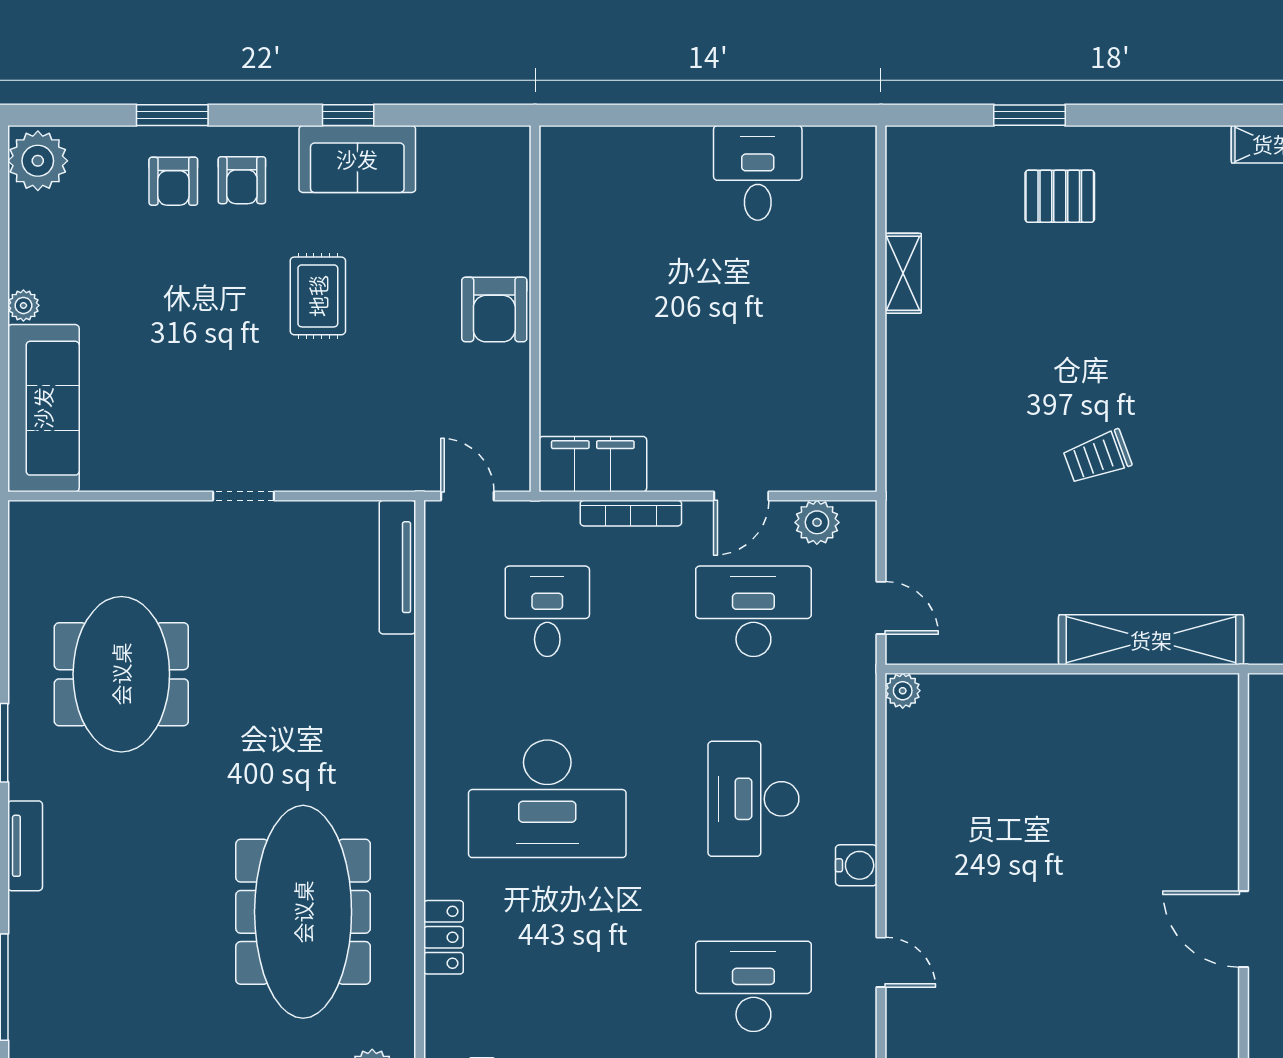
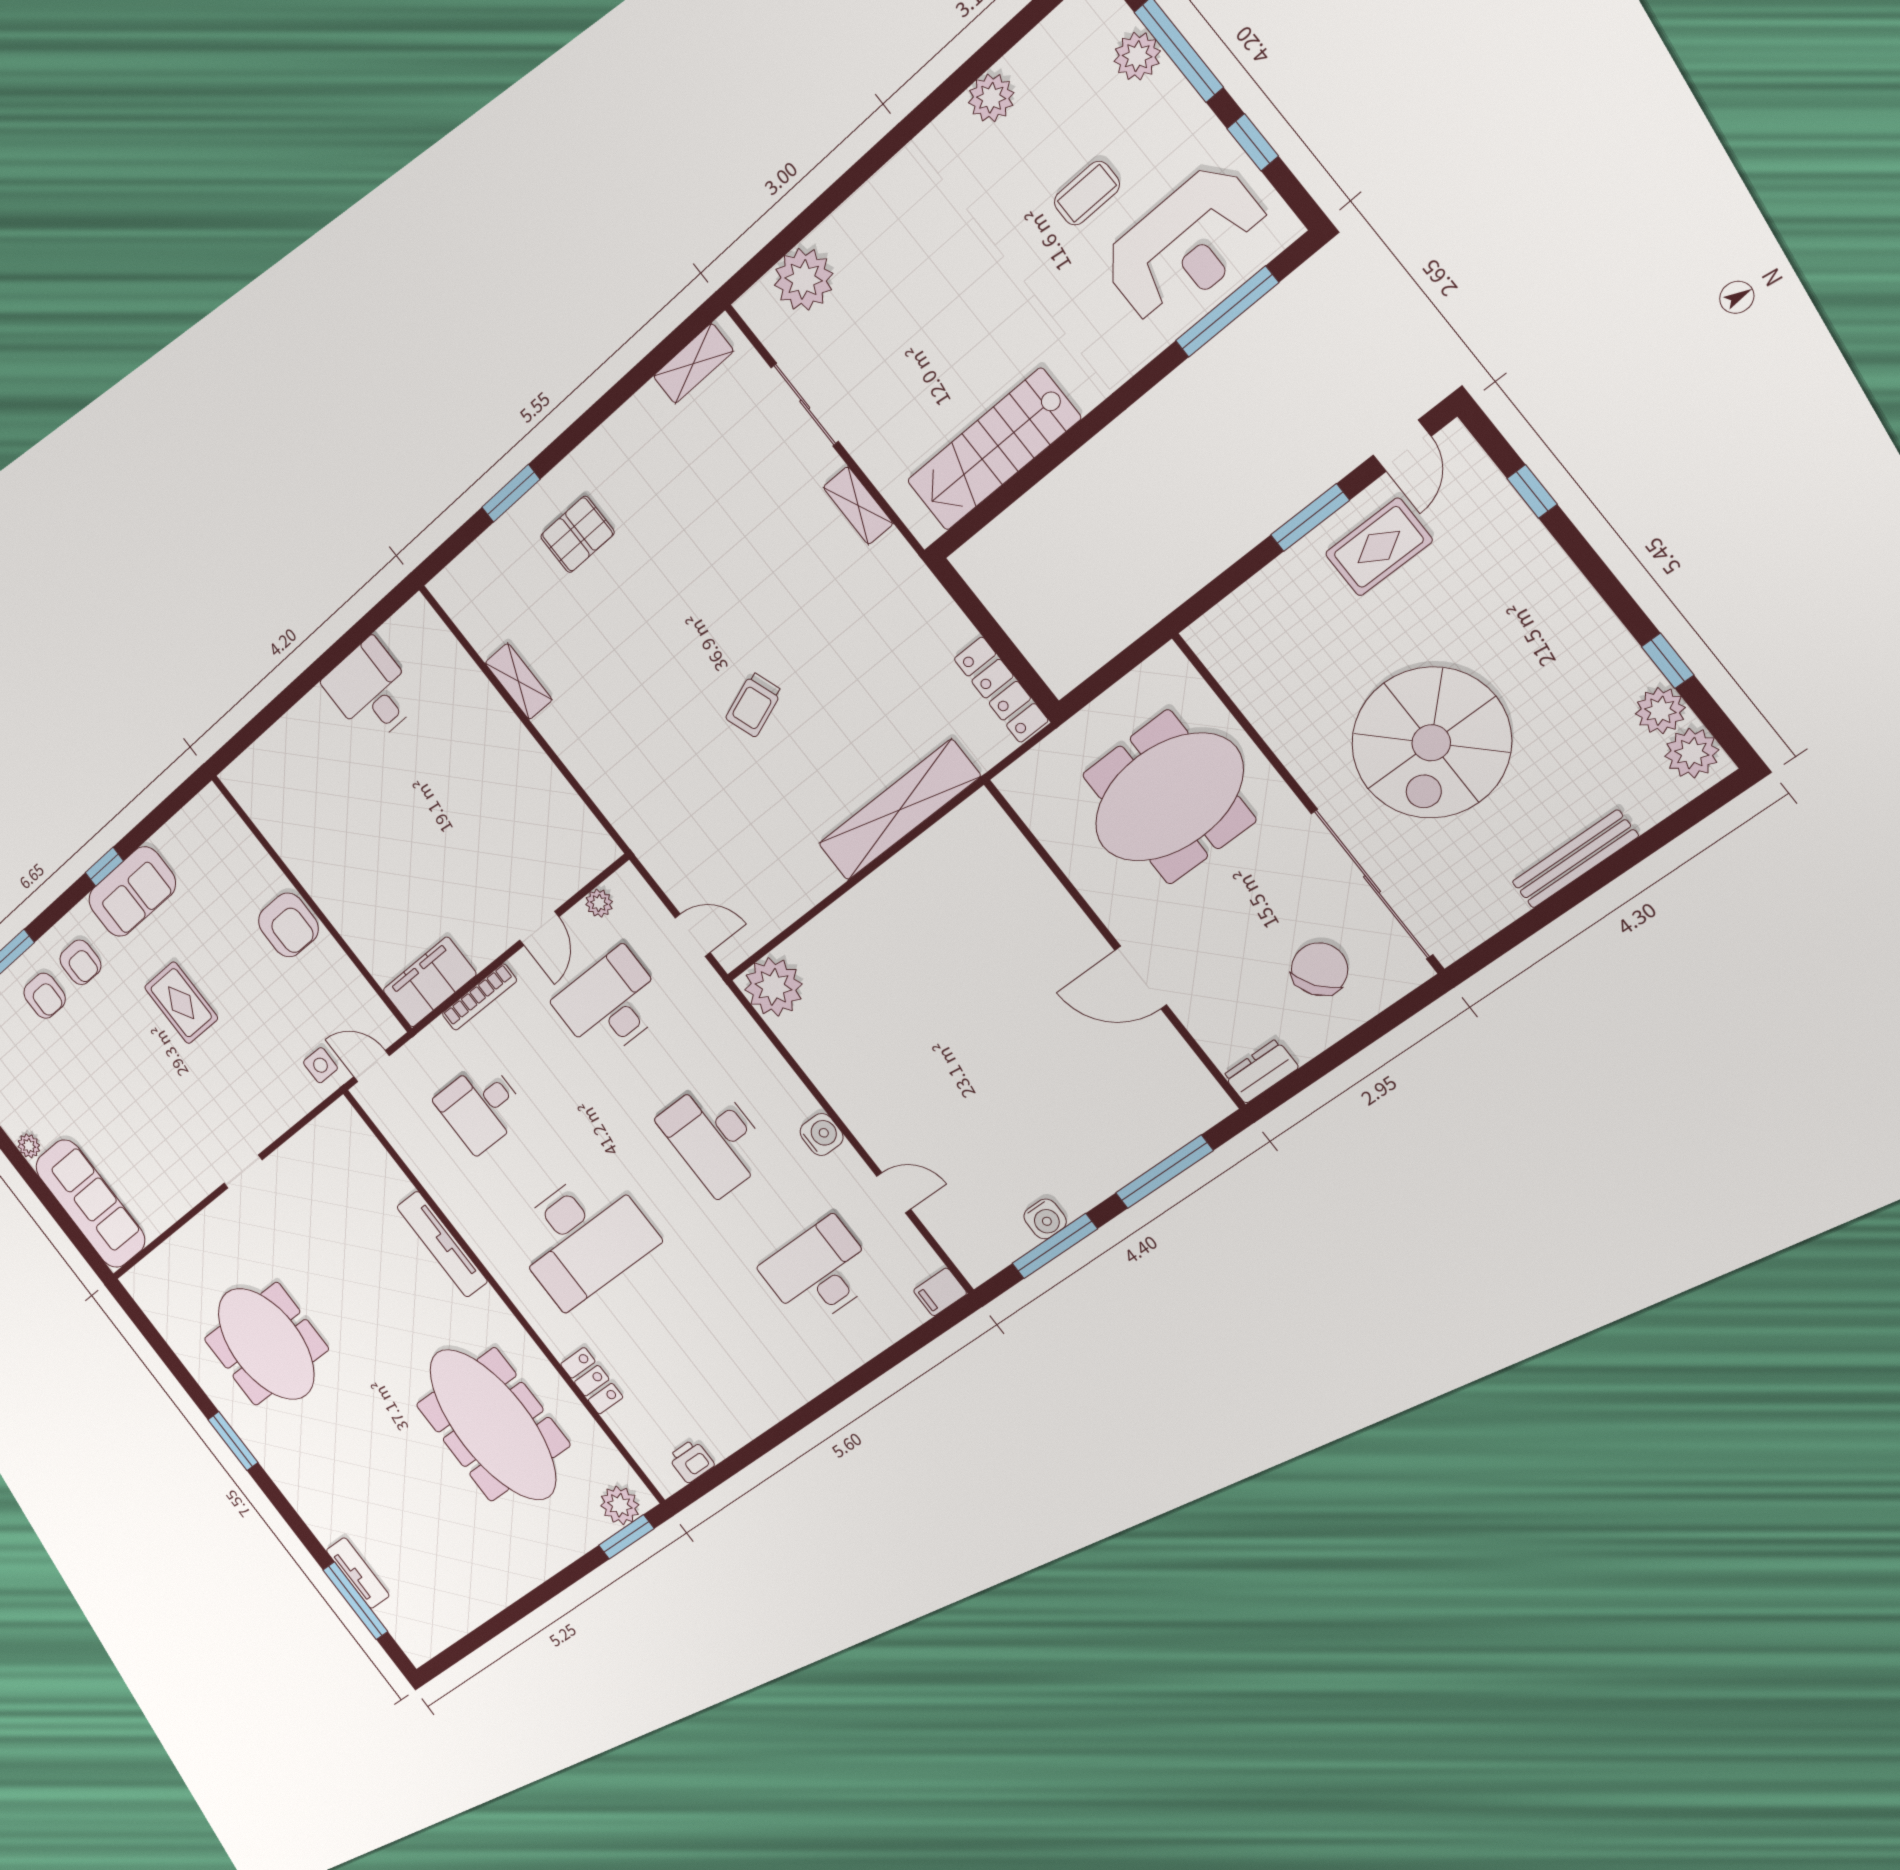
side table: (415, 458) -> (320, 1065), added
plant: (817, 522) -> (599, 903), width x0.73, depth x0.73
tv unit: (397, 567) -> (442, 1244), moved
desk: (547, 611) -> (481, 1107), turned -90
plant: (903, 691) -> (773, 987), width x1.87, depth x1.87
tv unit: (25, 846) -> (358, 1573), moved

